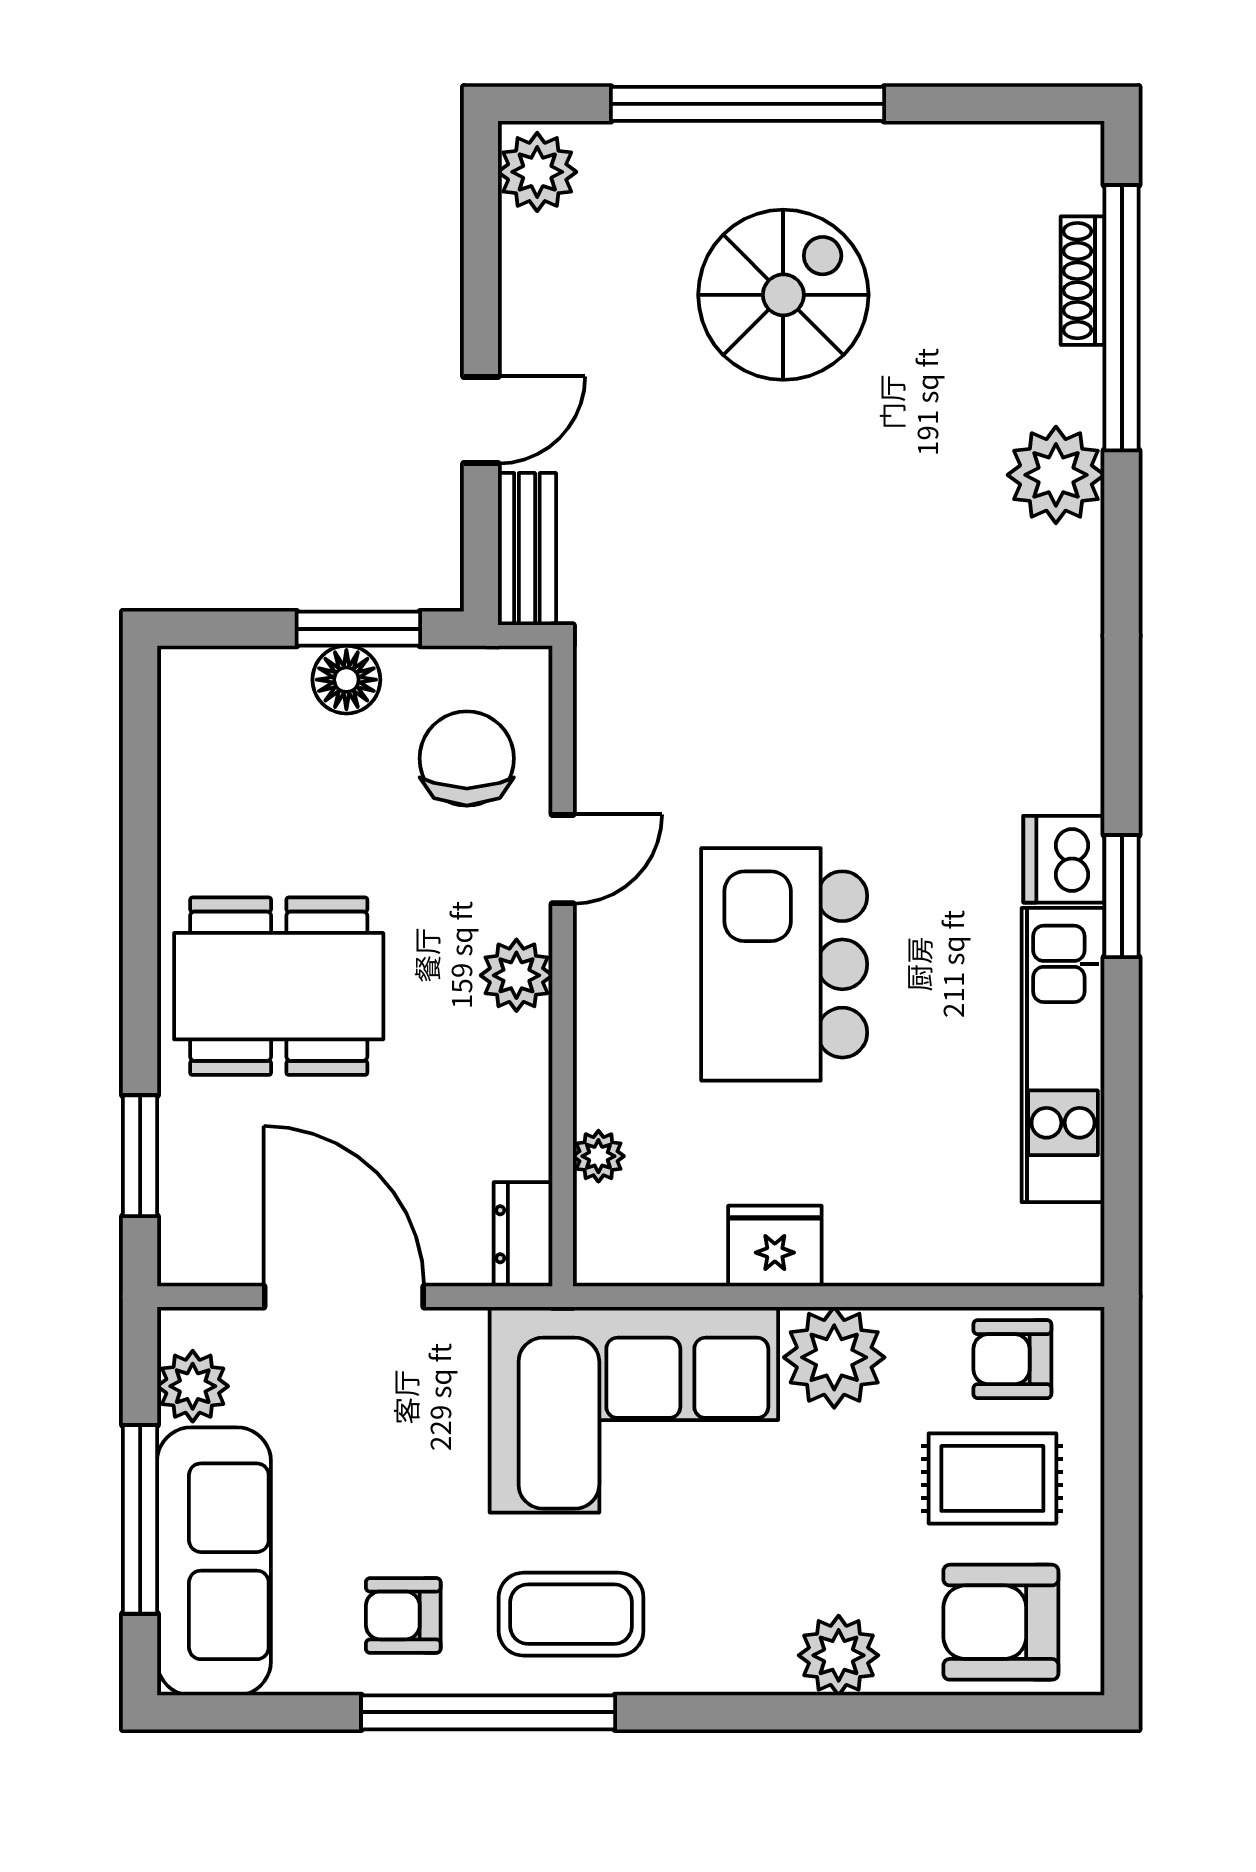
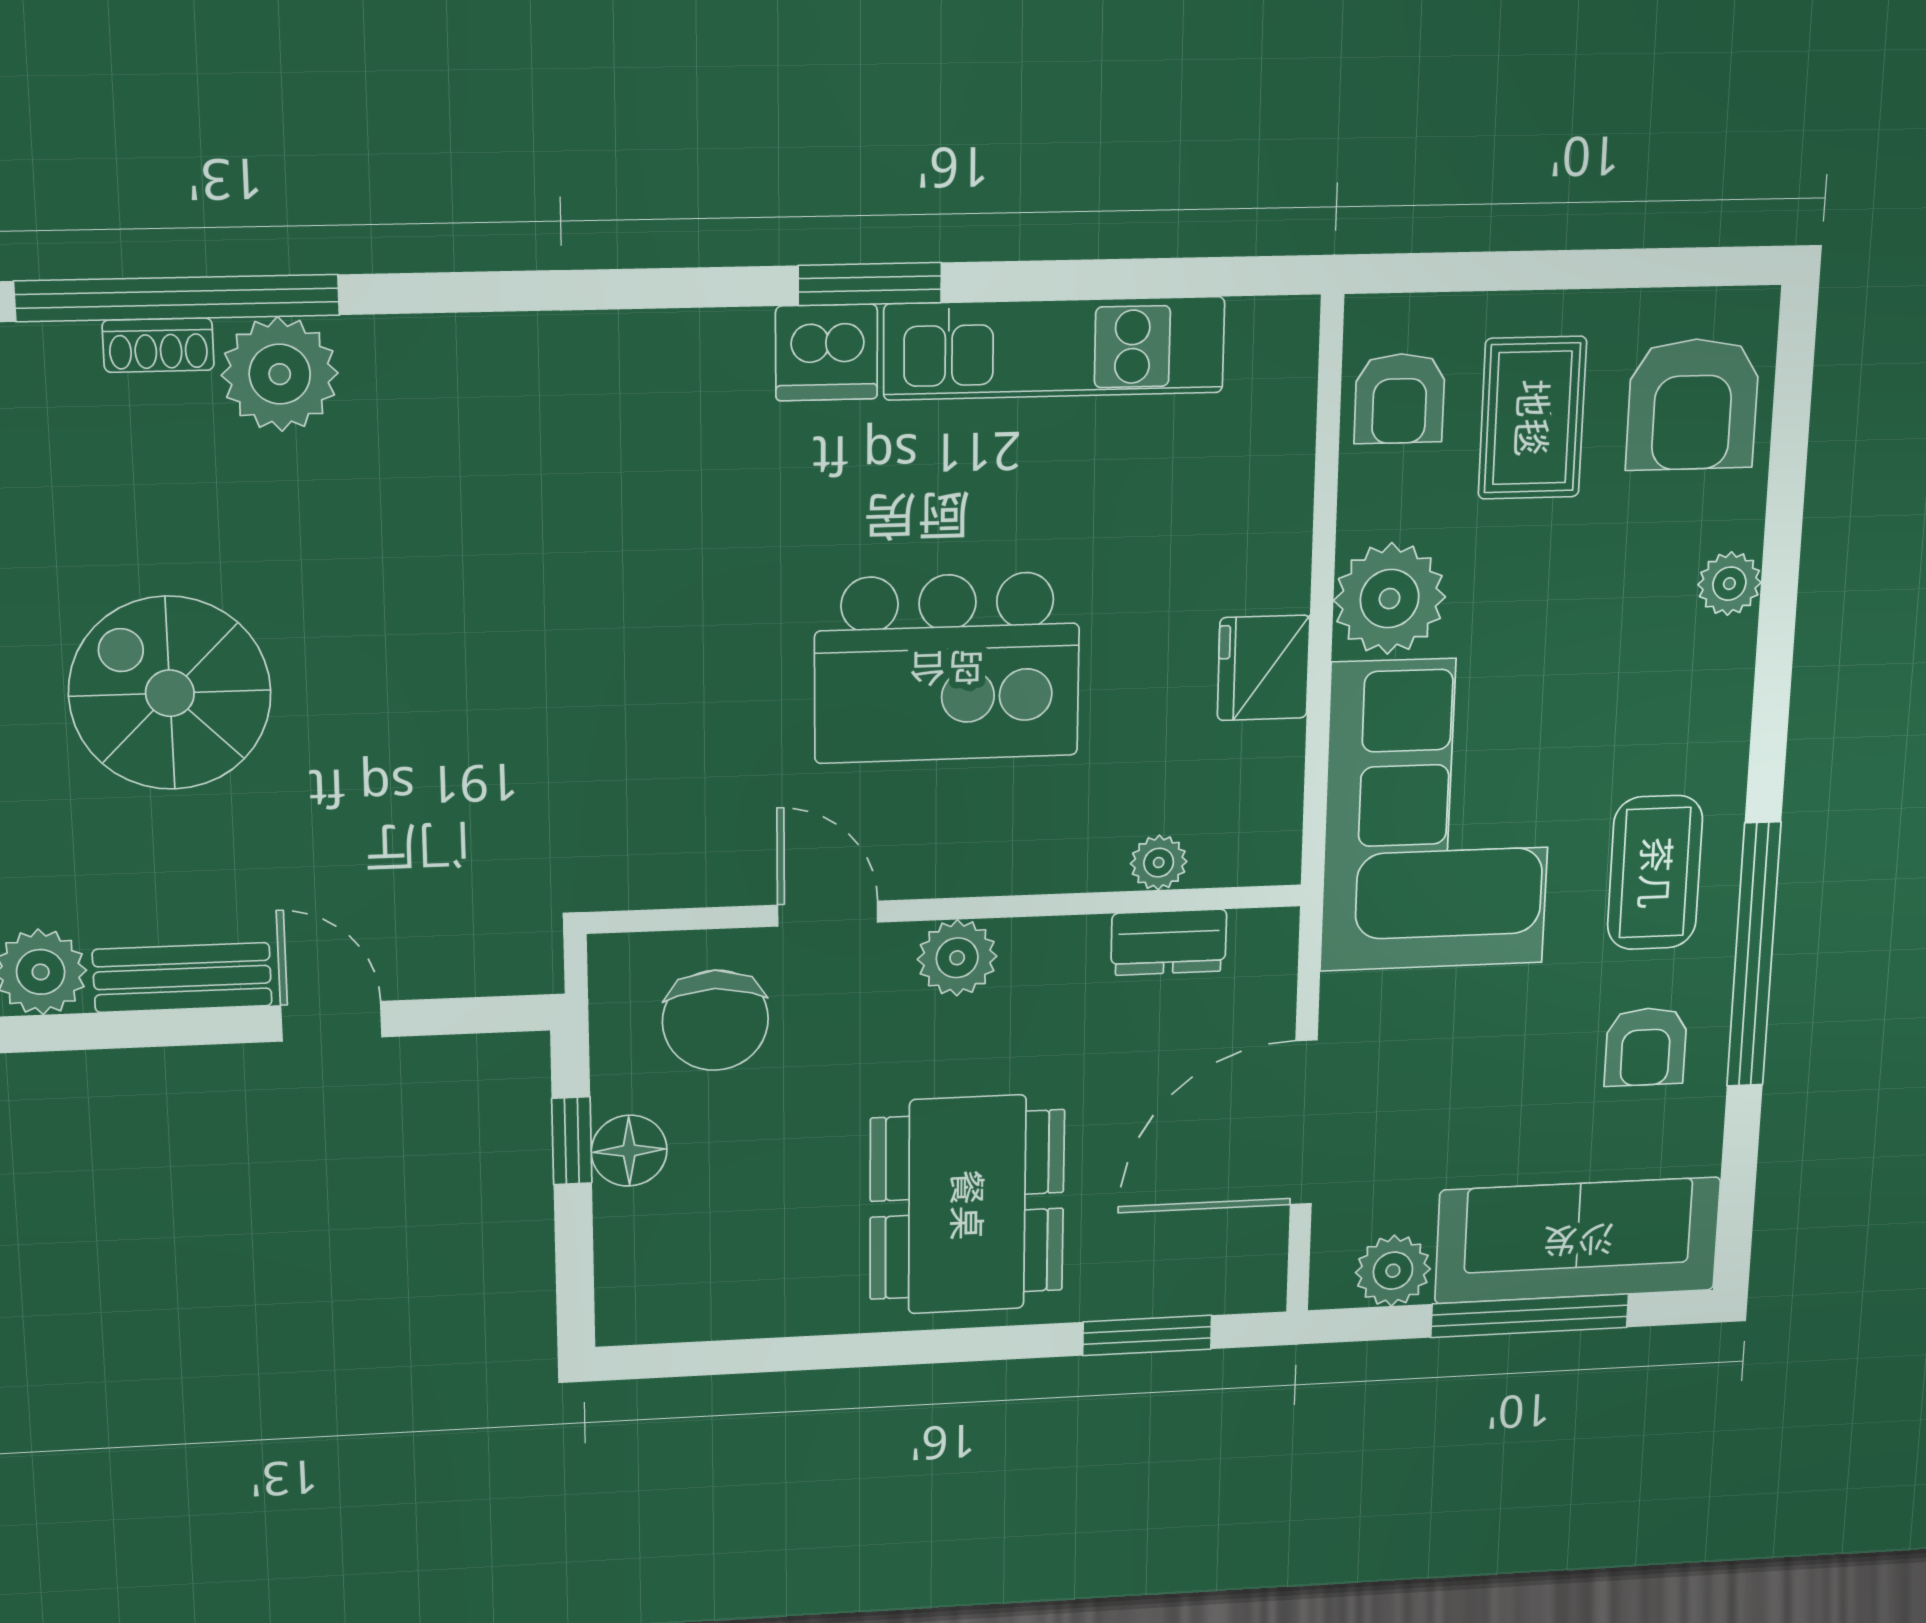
shoe rack: (1083, 281) -> (158, 345), width x0.70
plant: (1056, 475) -> (280, 374), moved
bench: (527, 549) -> (182, 978), moved
window: (358, 629) -> (572, 1141), width x0.67
chair: (467, 758) -> (715, 1020), turned -90
dresser: (523, 1234) -> (1169, 942), moved
plant: (839, 1655) -> (1729, 584), width x0.73, depth x0.73

